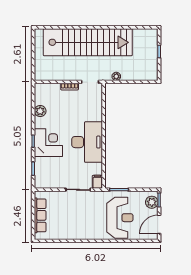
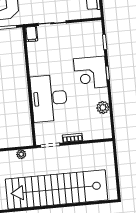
desk: (87, 142) -> (49, 98), moved

